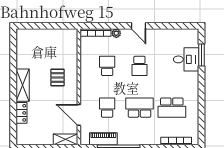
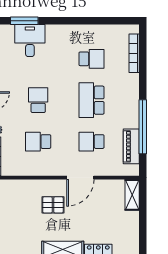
school desk: (139, 66) -> (38, 100), turned -90
school desk: (172, 108) -> (91, 59), width x0.54
door: (79, 115) -> (80, 178), moved

